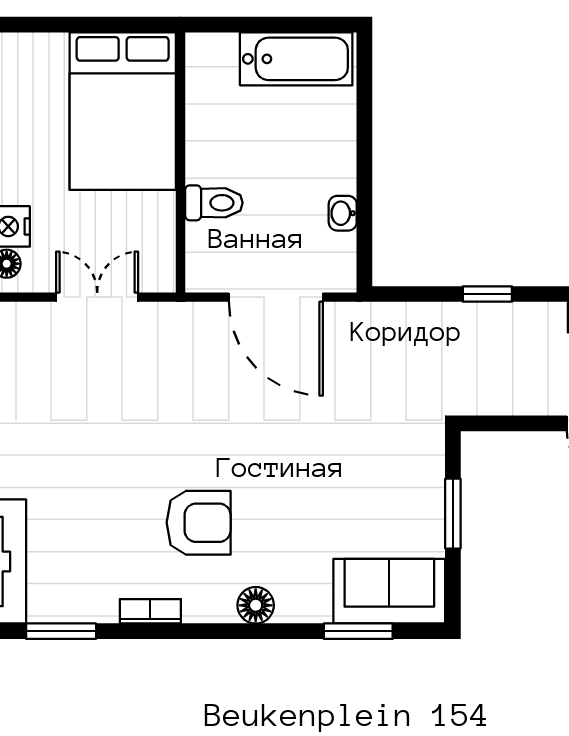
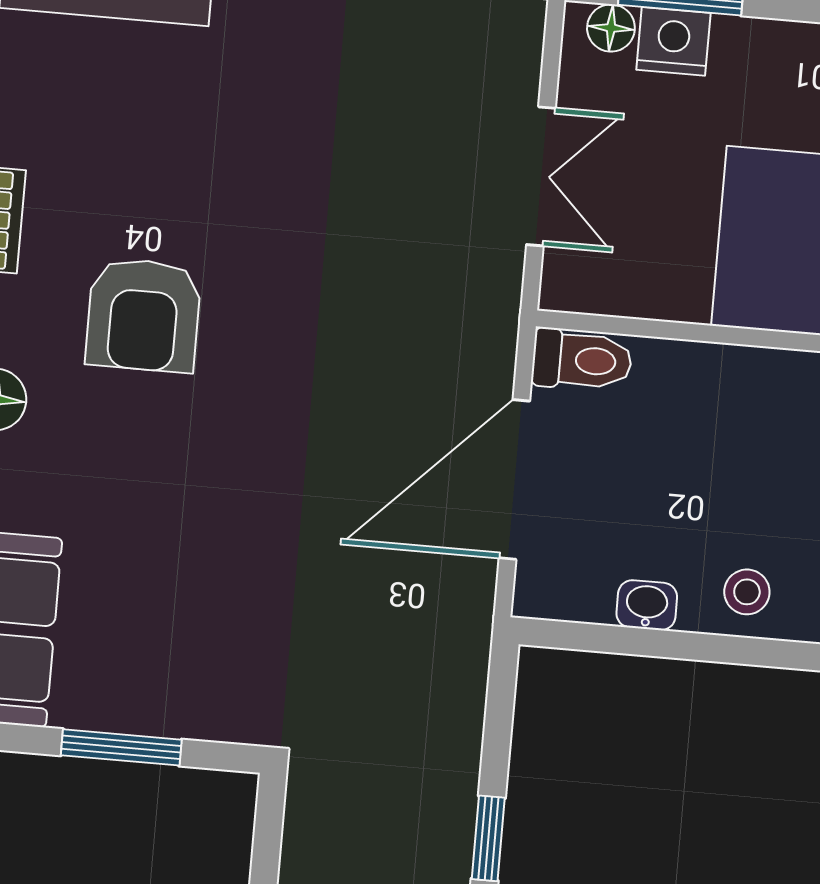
stool: (330, 155) -> (747, 592), added
toilet: (214, 203) -> (582, 360), moved, turned -90

